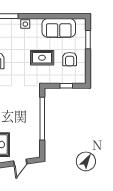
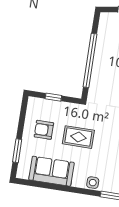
armchair: (70, 59) -> (44, 130), turned -90

